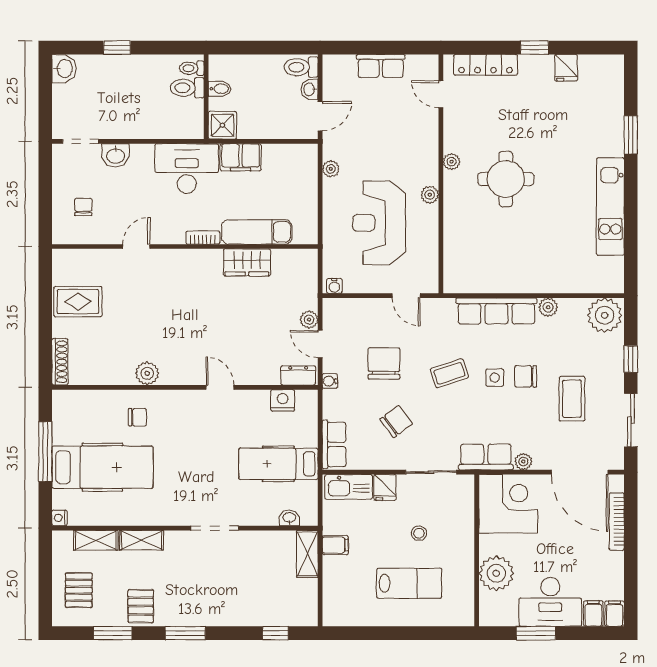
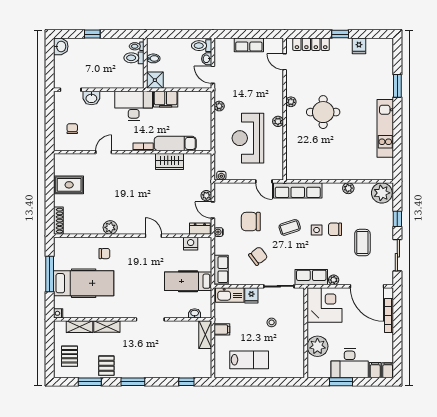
door: (320, 116) -> (213, 75), swing flipped
row of seats: (496, 311) -> (298, 190), moved
chair: (384, 363) -> (251, 222), turned -90
lab bench: (409, 583) -> (249, 360), moved

